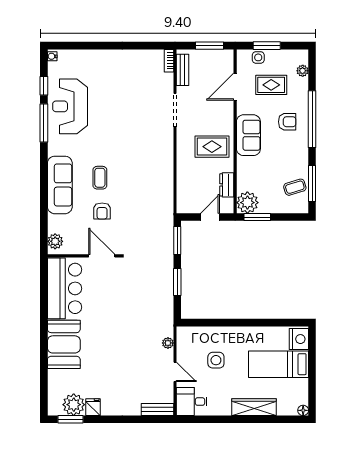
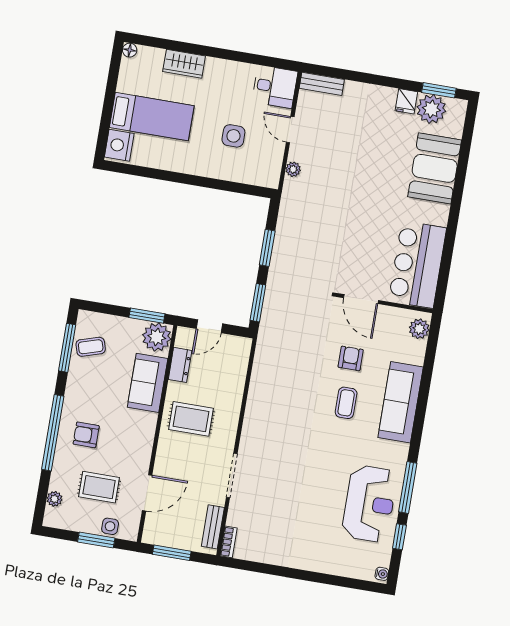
sofa: (248, 135) -> (148, 383), moved
booth: (64, 344) -> (435, 168), moved
wardrobe: (254, 407) -> (184, 64), width x0.67

